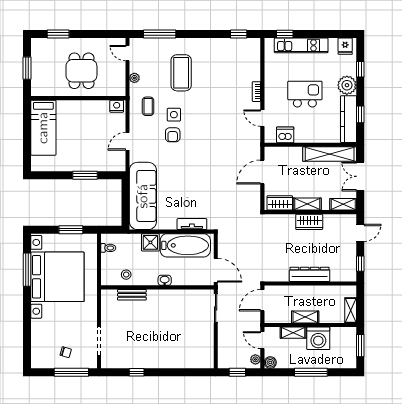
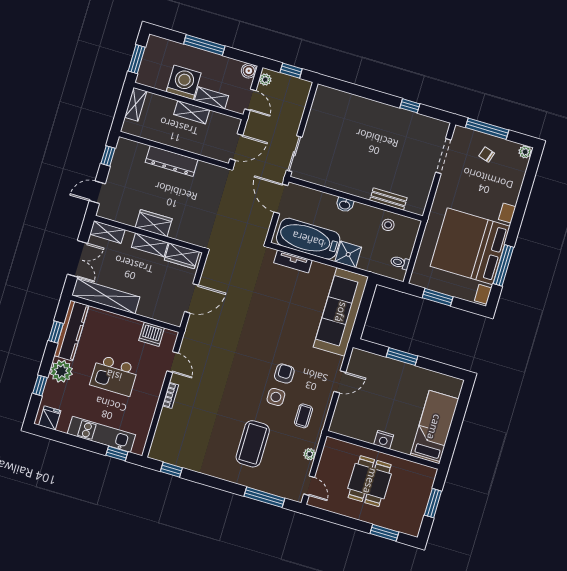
nightstand: (117, 106) -> (384, 440), moved
plant: (36, 363) -> (525, 152), added

